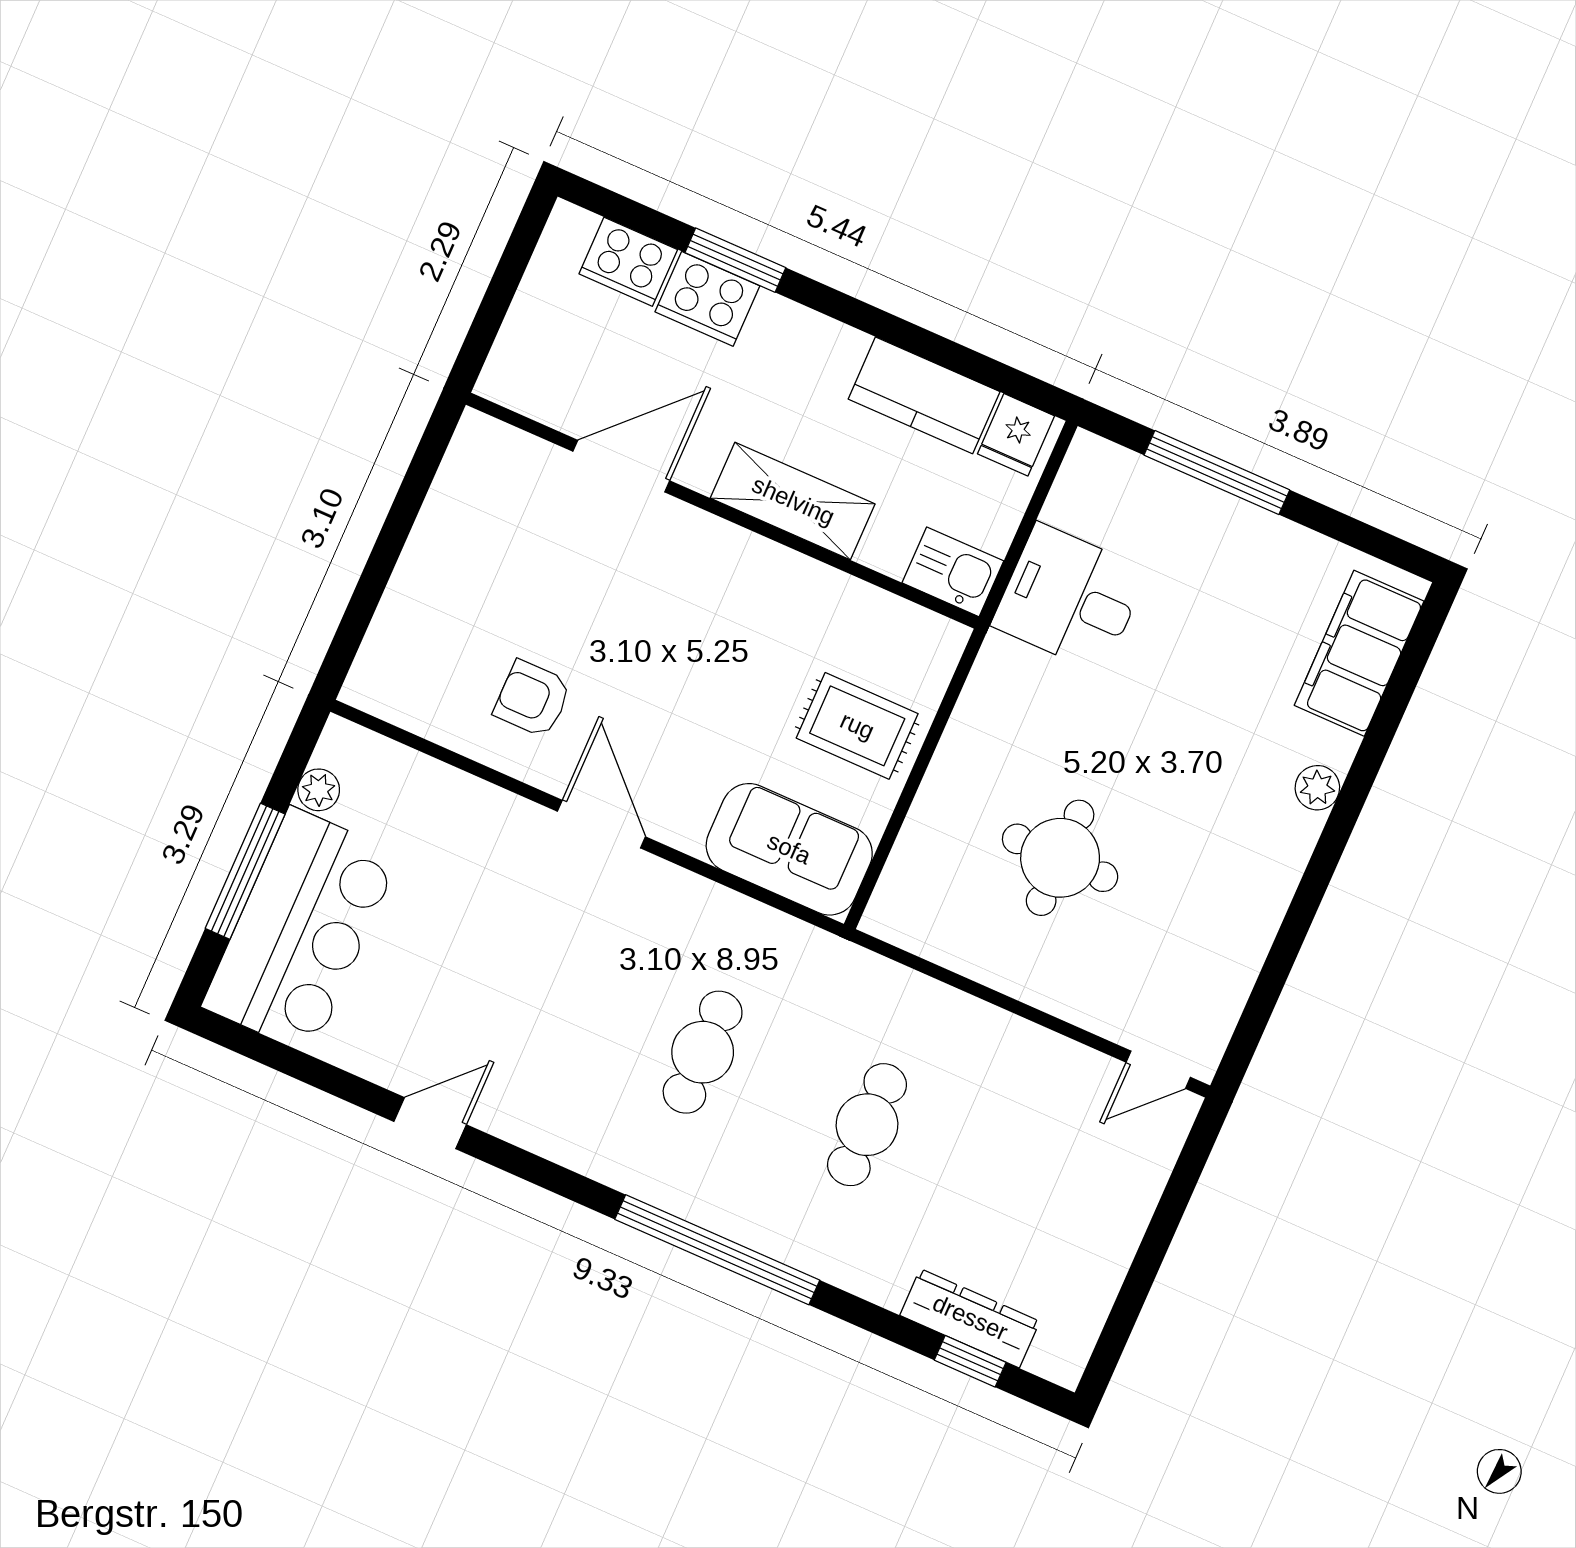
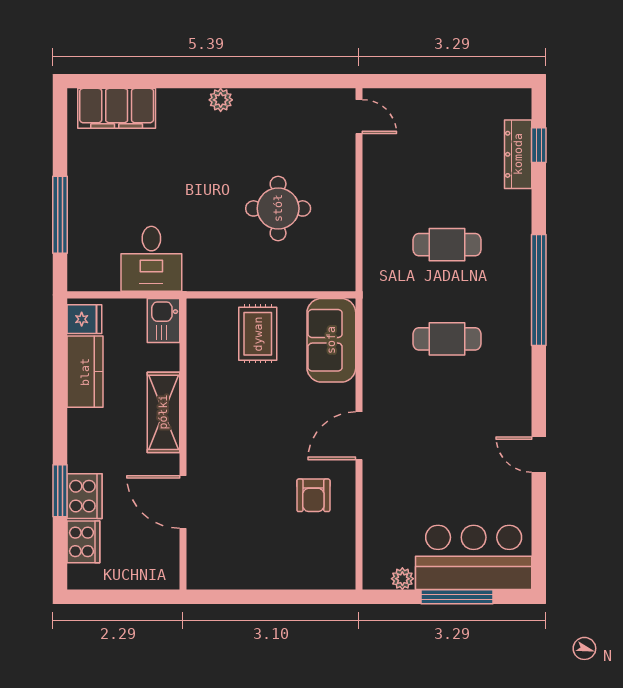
plant: (1317, 788) -> (221, 100), moved

